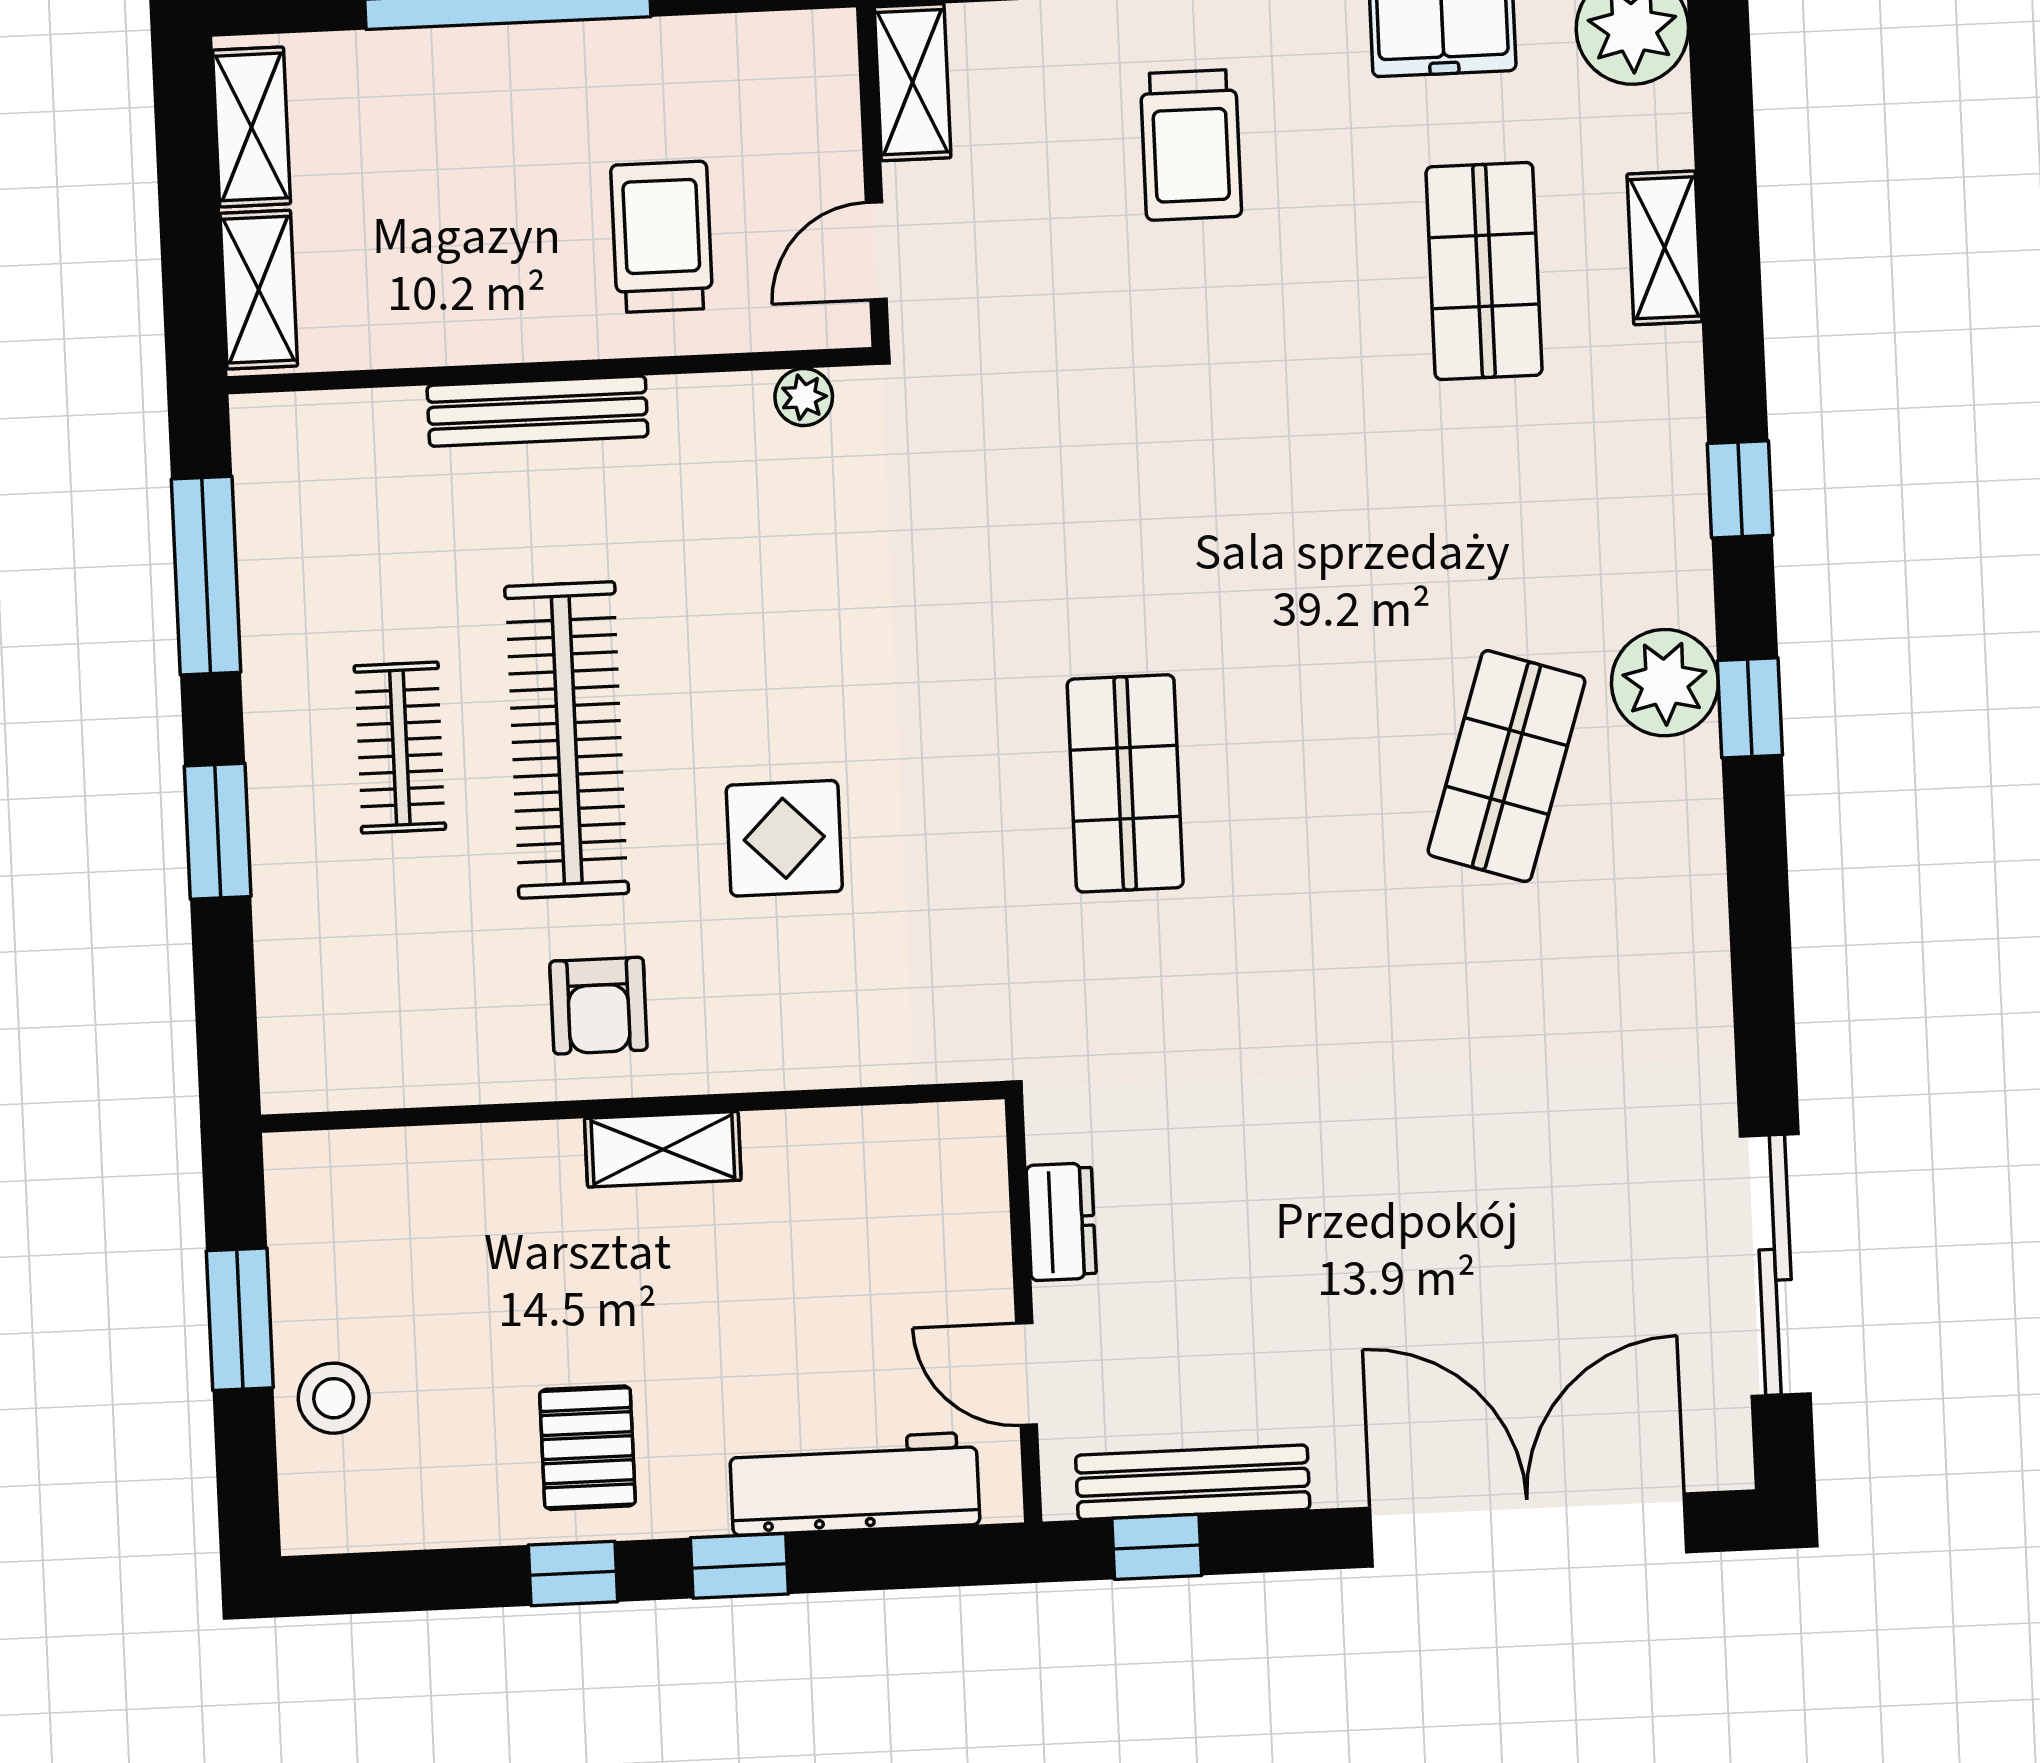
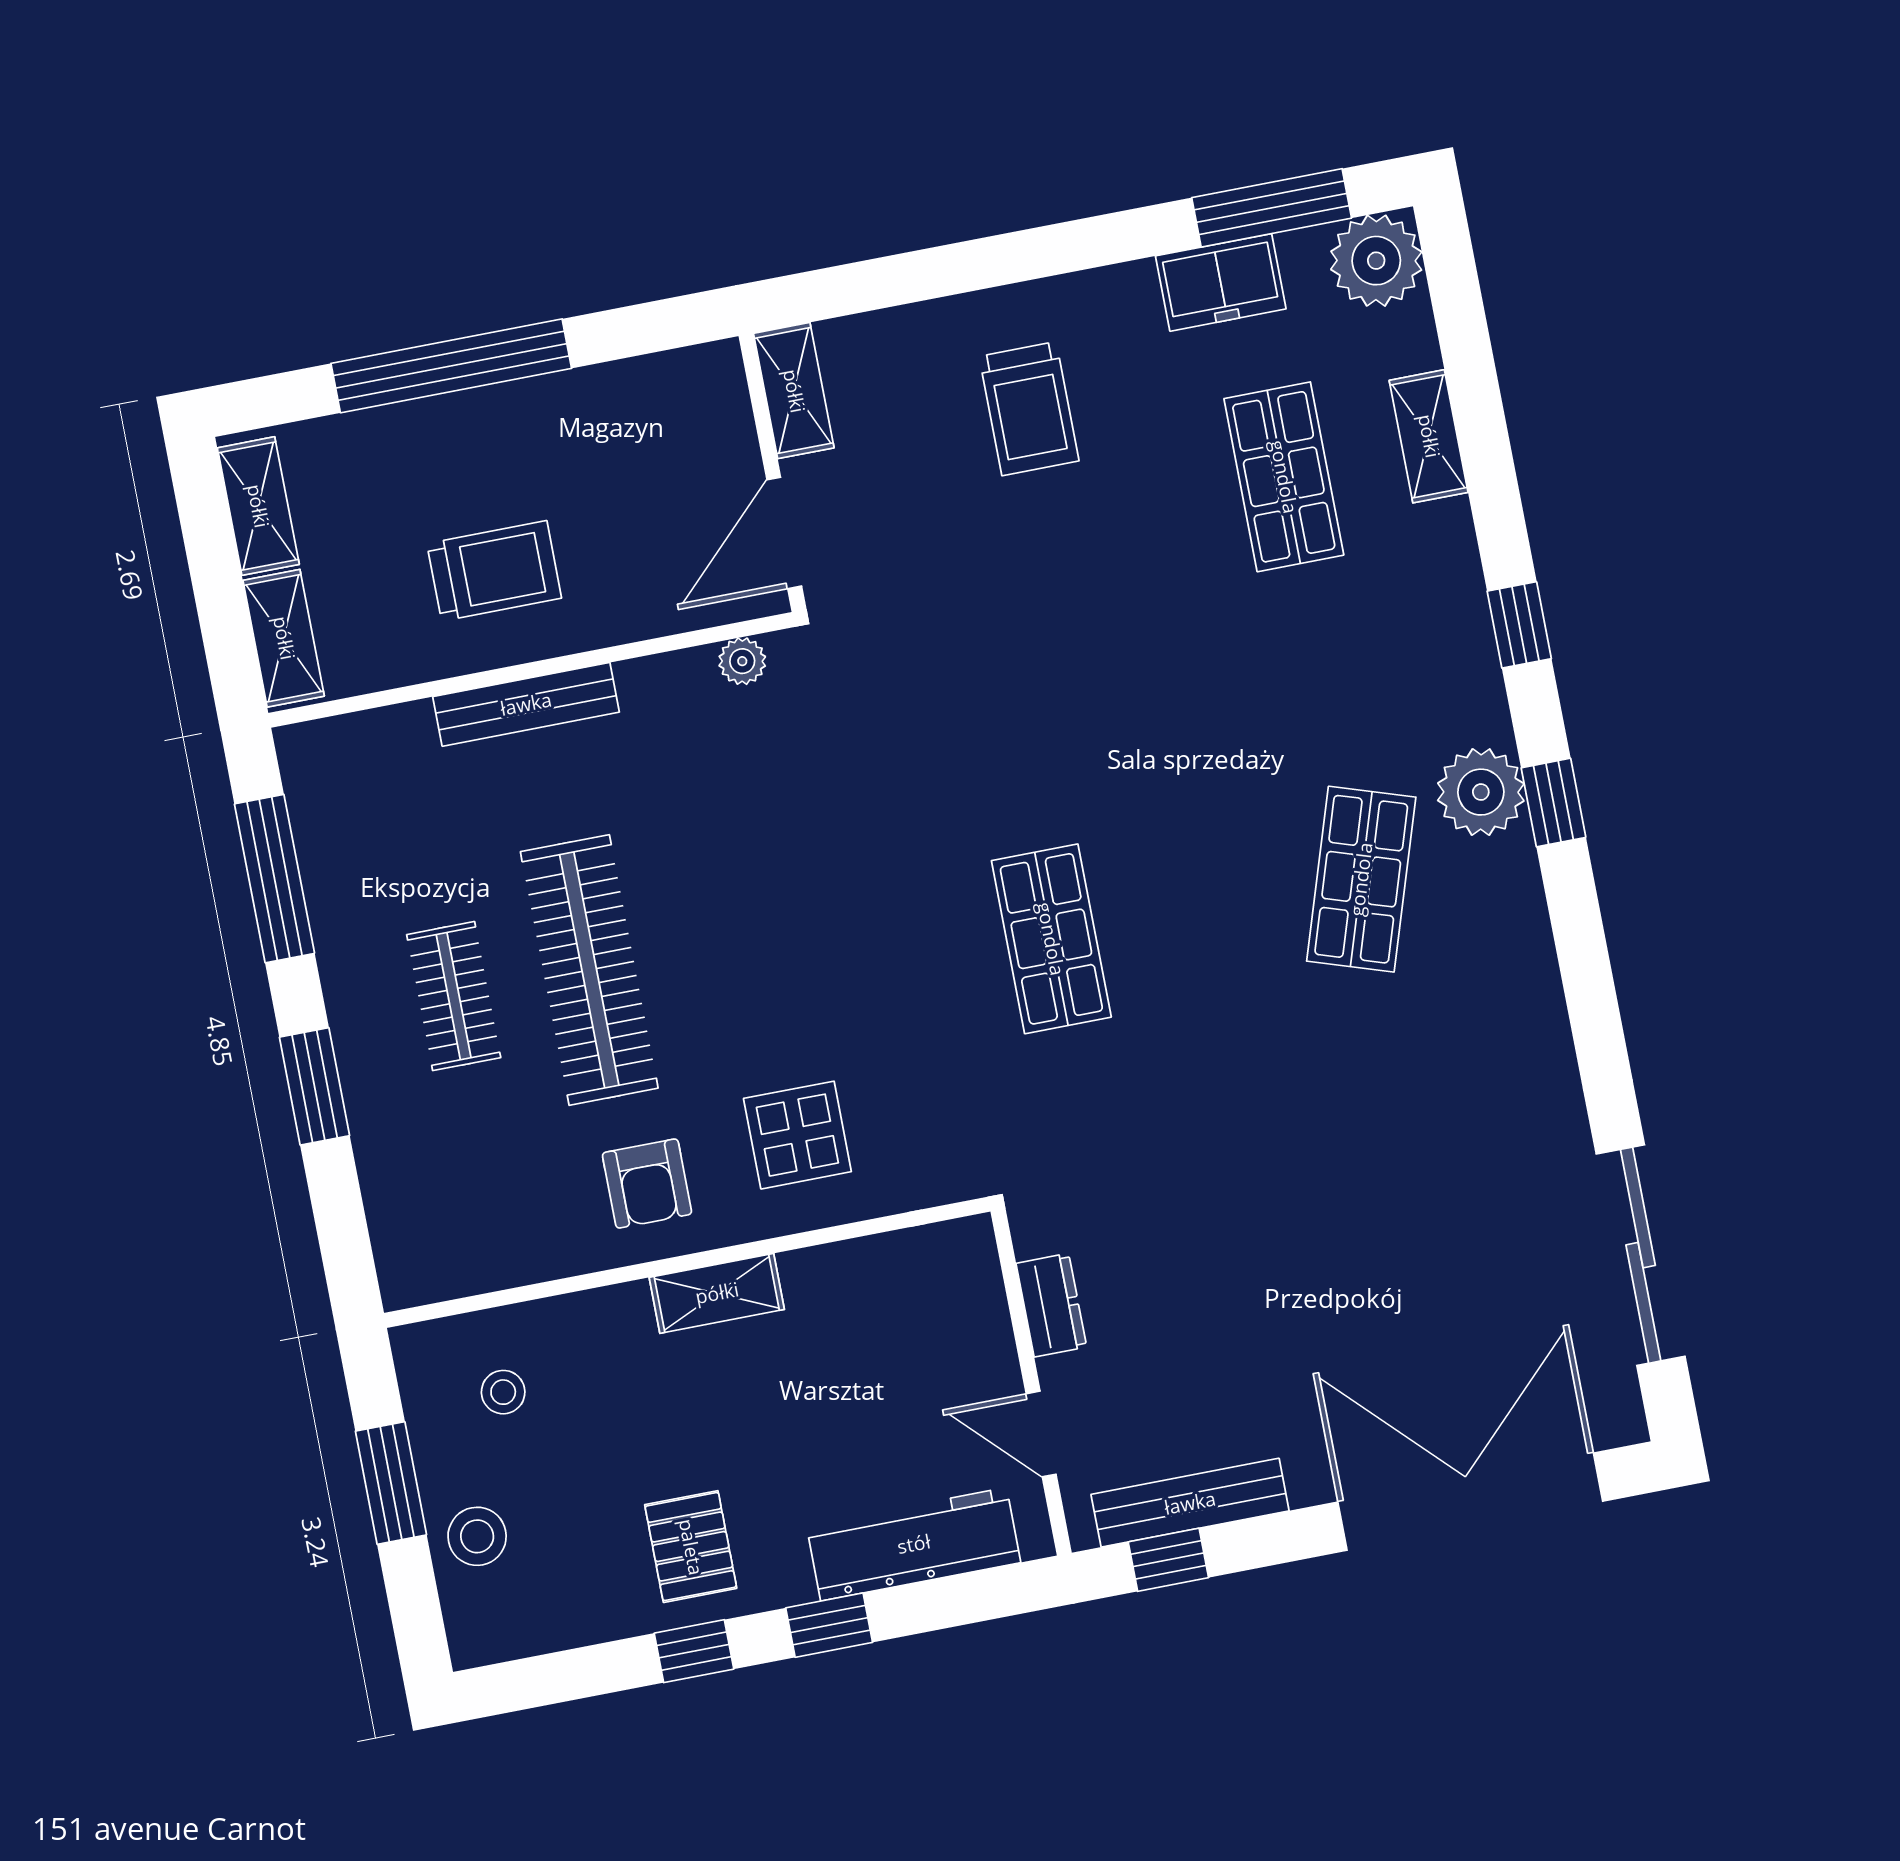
trolley: (662, 237) -> (494, 571), moved, turned 90
door: (876, 251) -> (784, 533), width x1.38
display table: (784, 838) -> (797, 1135), moved
stool: (390, 1230) -> (503, 1392), added

